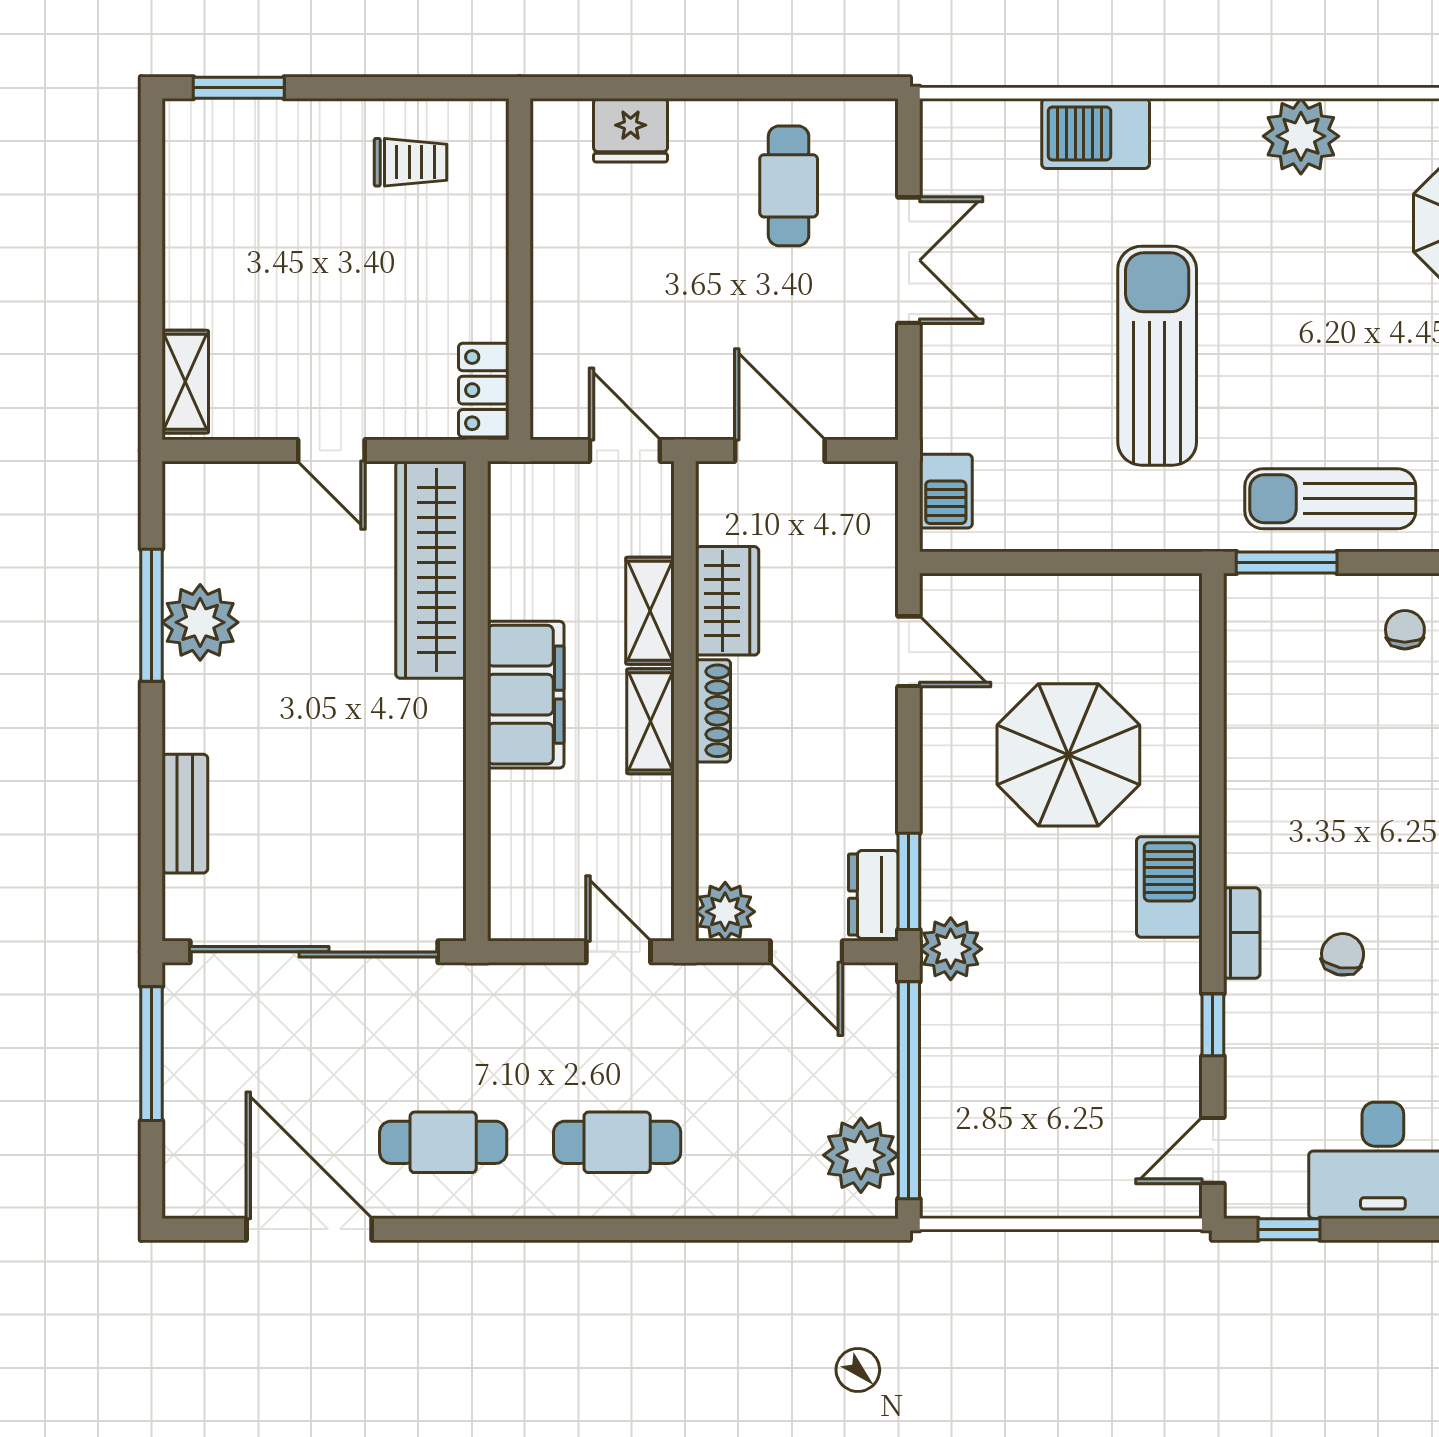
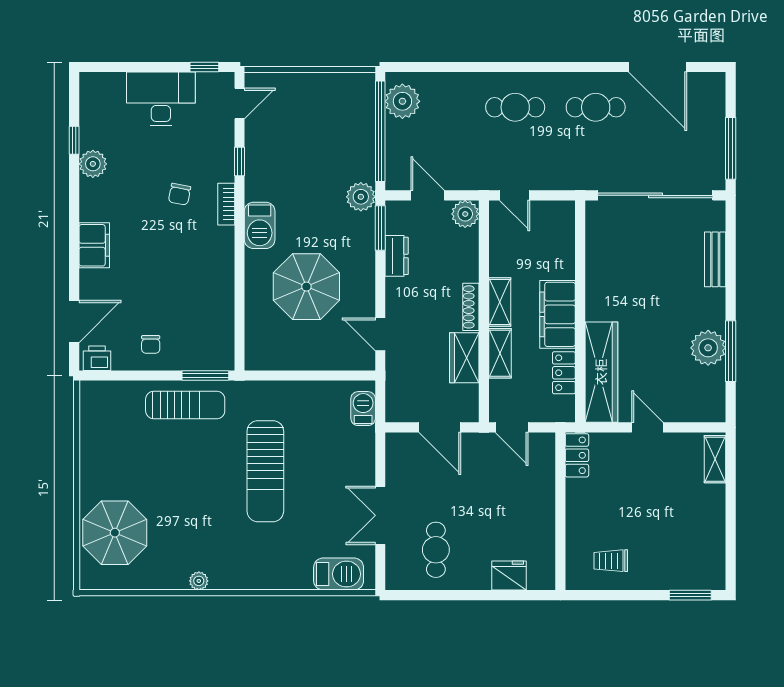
barbecue: (1096, 133) -> (339, 574), moved
plant: (1301, 136) -> (199, 581), width x0.53, depth x0.53
locker: (512, 568) -> (564, 373), added
dresser: (873, 895) -> (397, 256), moved

